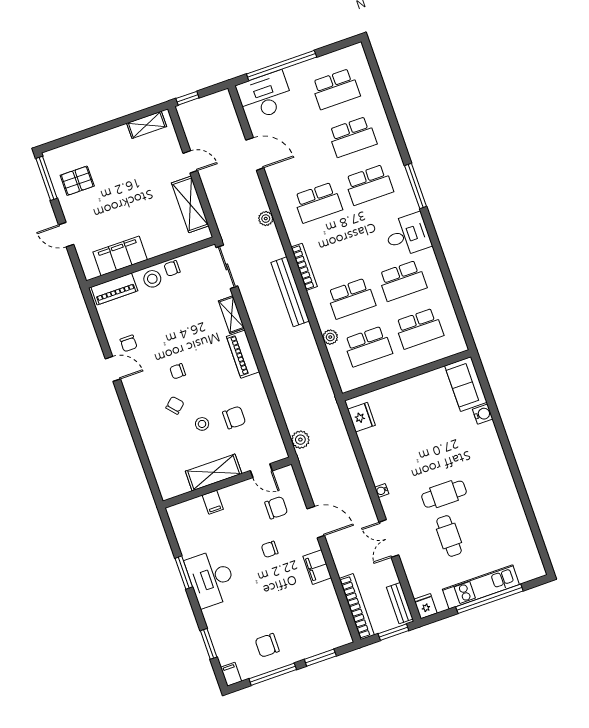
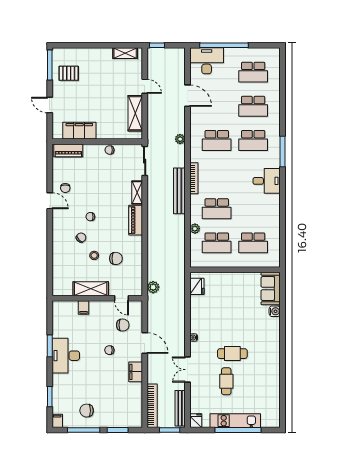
stool: (152, 279) -> (95, 152), removed
school desk: (402, 281) -> (253, 209), removed
bench: (400, 603) -> (180, 408), width x1.36

